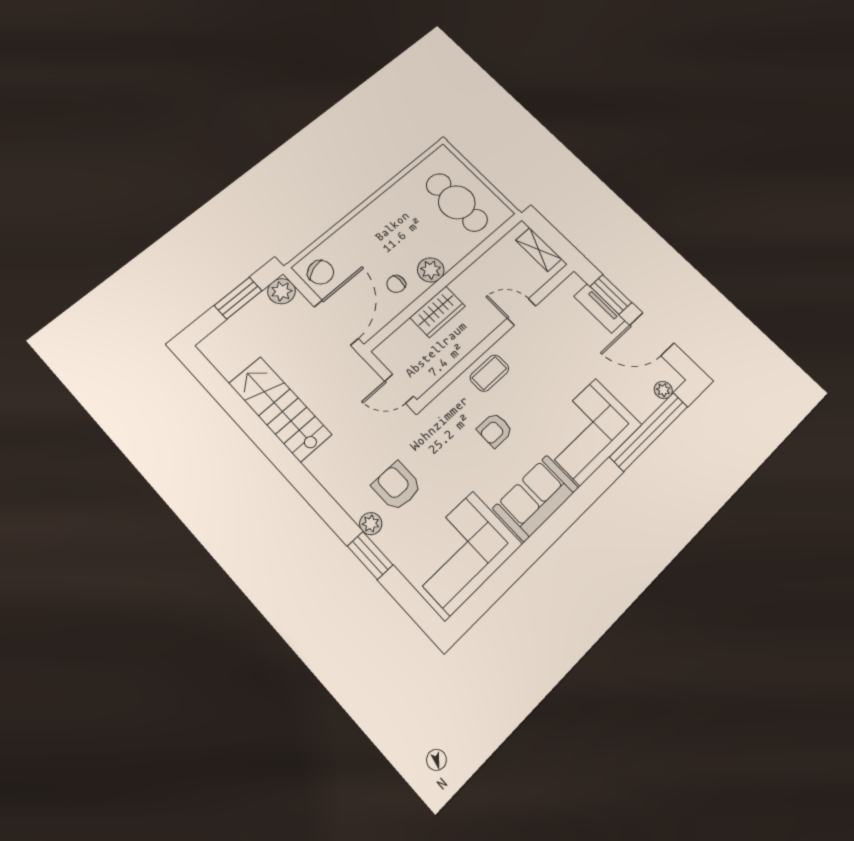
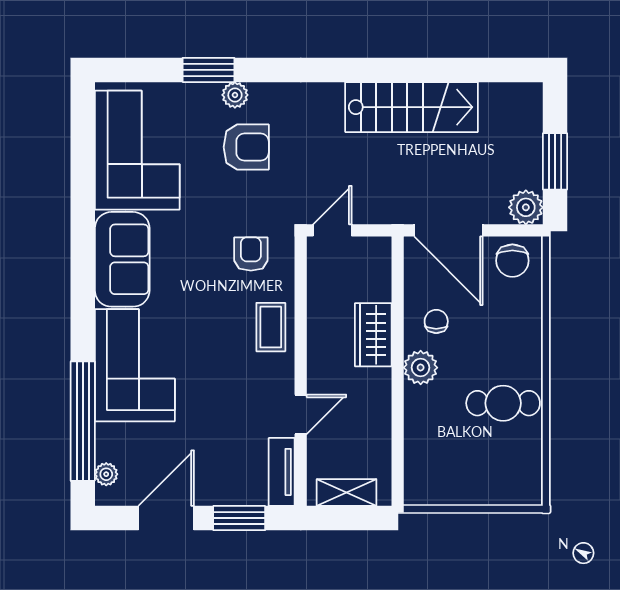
cafe table: (457, 202) -> (503, 403), moved, width x0.73, depth x0.74
chair: (321, 272) -> (512, 261), turned -71
tv unit: (599, 308) -> (282, 472), moved, turned -90
armchair: (495, 430) -> (251, 254), moved

